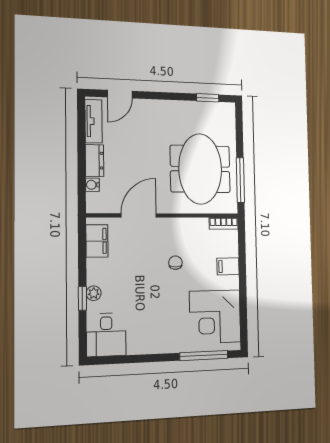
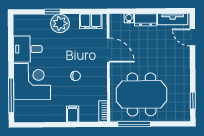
plant: (94, 293) -> (60, 23), width x1.87, depth x1.87
corner desk: (215, 317) -> (32, 82), moved, turned 90
desk: (106, 335) -> (28, 49), moved

